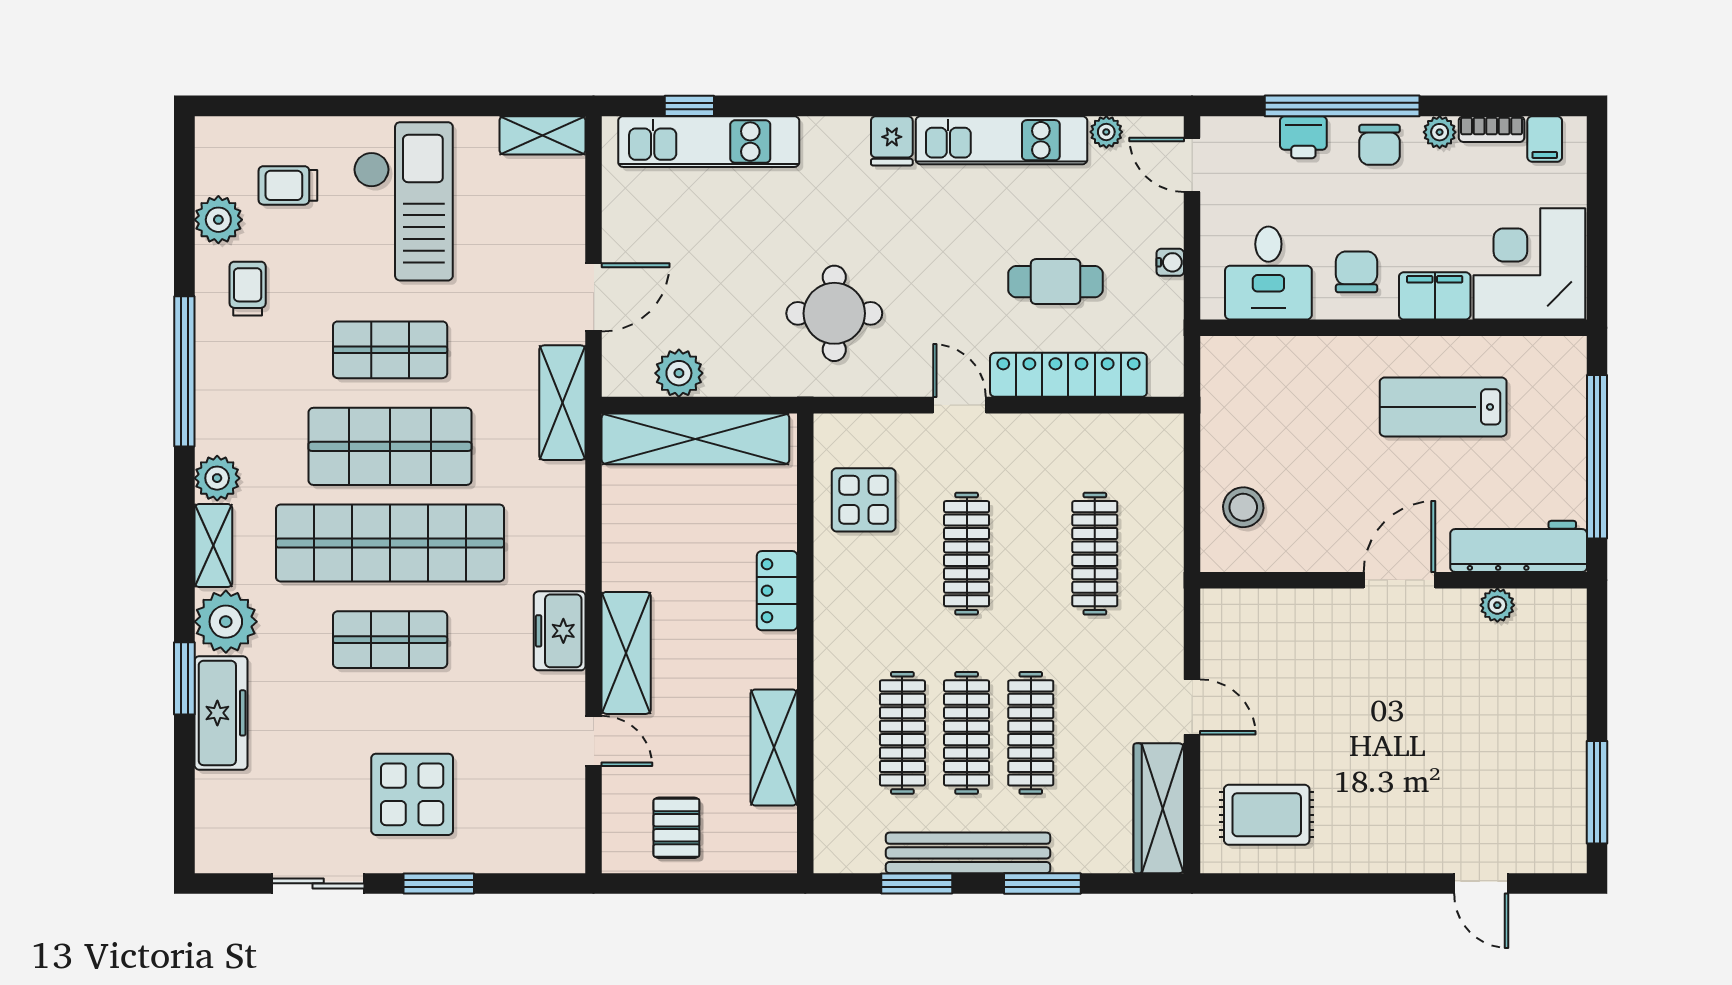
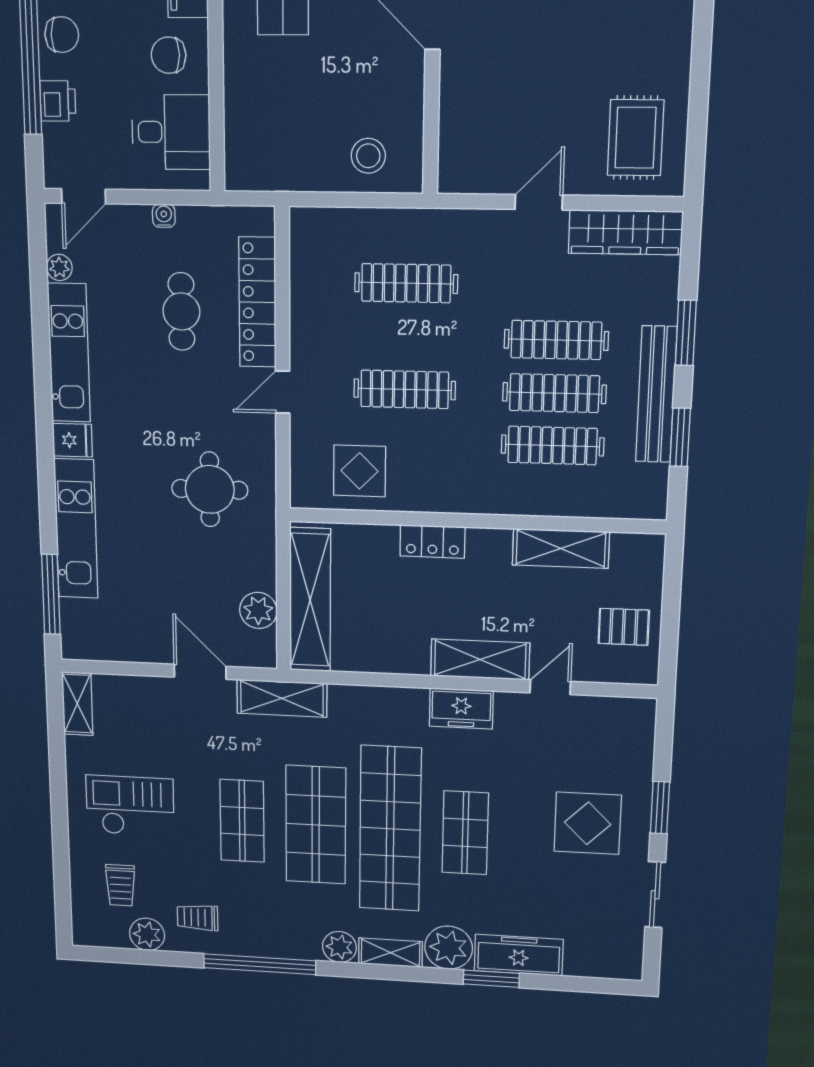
window: (689, 106) -> (51, 594), width x2.17
kitchen unit: (709, 142) -> (76, 529), moved
checkout: (403, 201) -> (130, 806), width x0.73, depth x0.83

